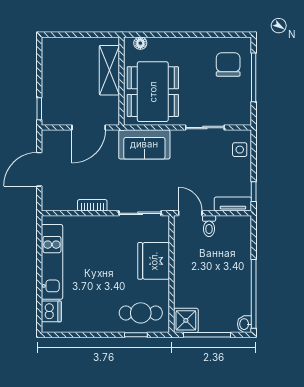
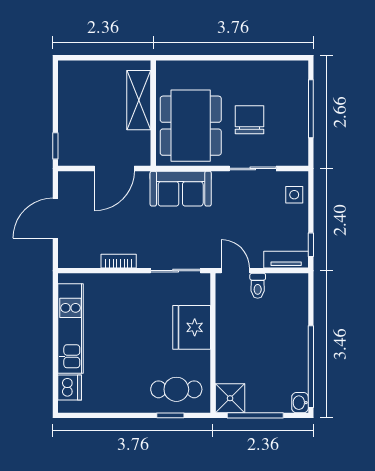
floor lamp: (140, 43) -> (176, 68), removed
chair: (228, 64) -> (249, 120), moved

